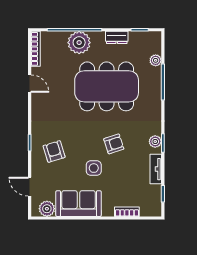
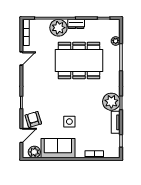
dresser: (117, 37) -> (76, 24), moved
door: (30, 84) -> (21, 58), hinge flipped
plant: (155, 142) -> (111, 102), width x1.87, depth x1.87
armchair: (114, 144) -> (84, 104), removed
armchair: (54, 151) -> (33, 119), moved
door: (30, 187) -> (21, 135), swing flipped

